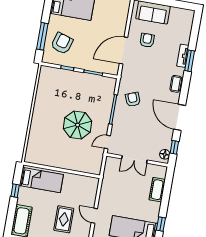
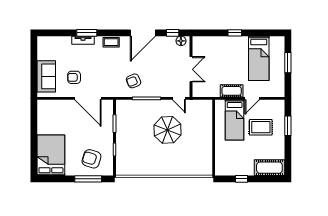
bed: (41, 180) -> (235, 120), moved, turned 180
cot: (157, 190) -> (232, 91), moved
window: (161, 224) -> (235, 33), moved

